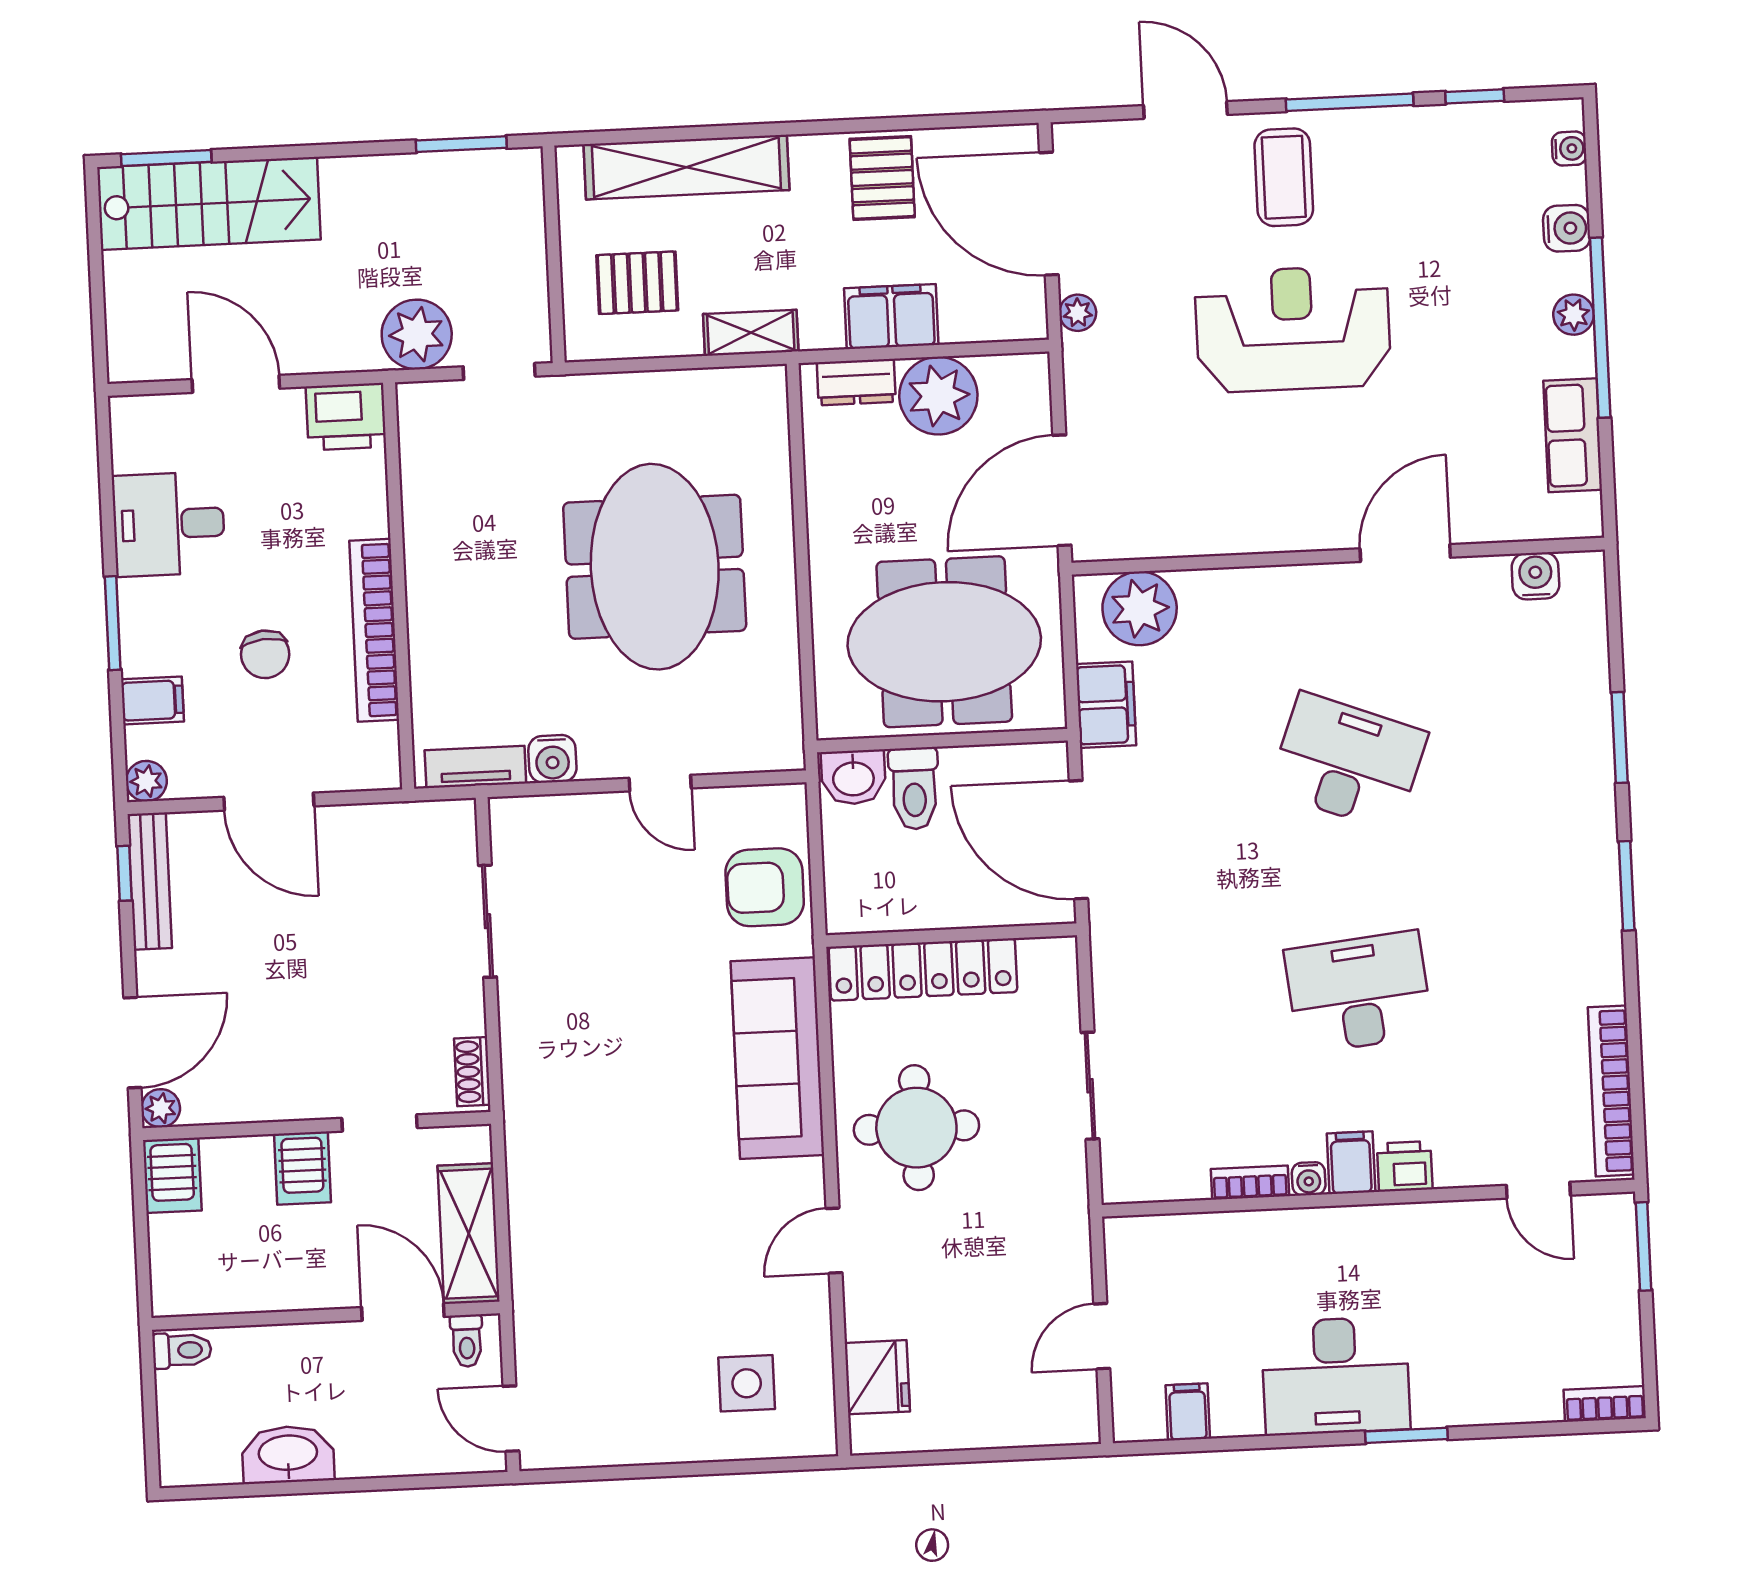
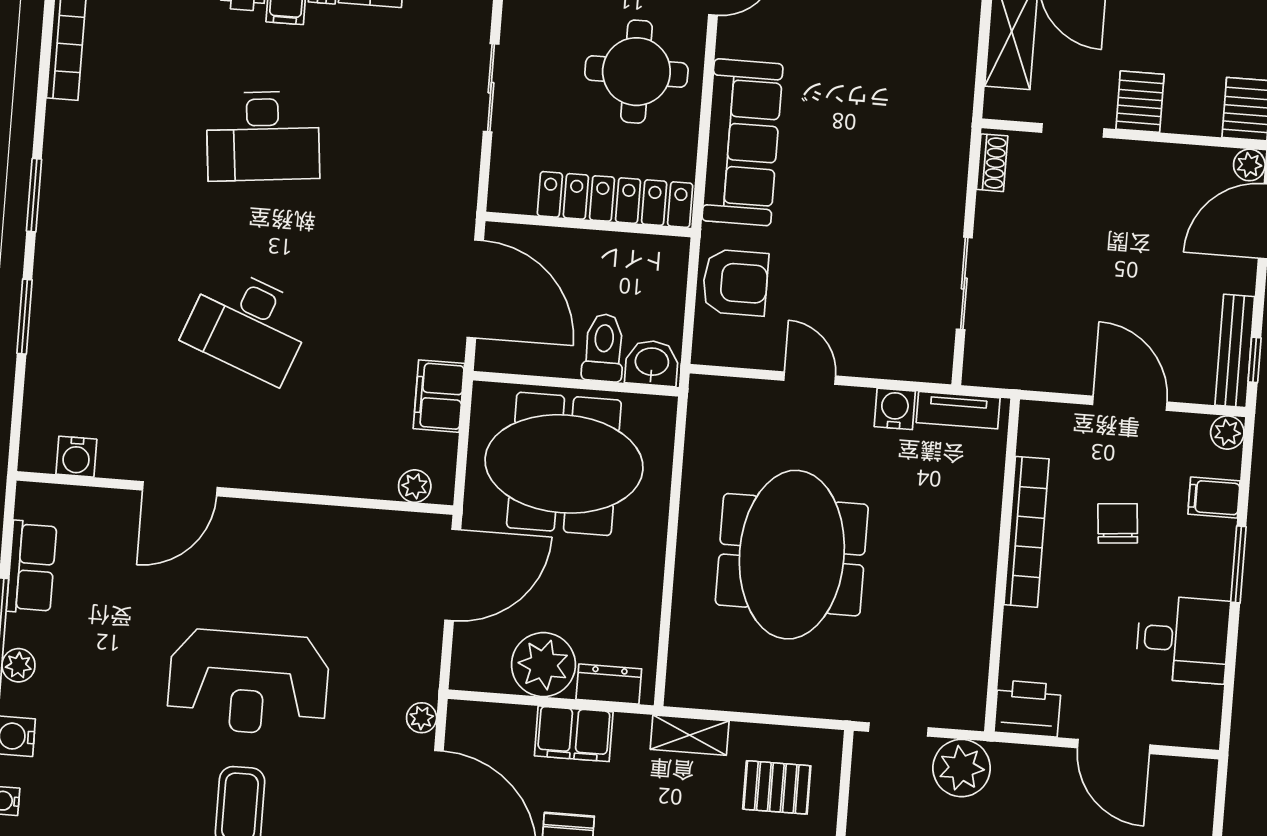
plant: (1140, 608) -> (415, 486), width x0.53, depth x0.53

